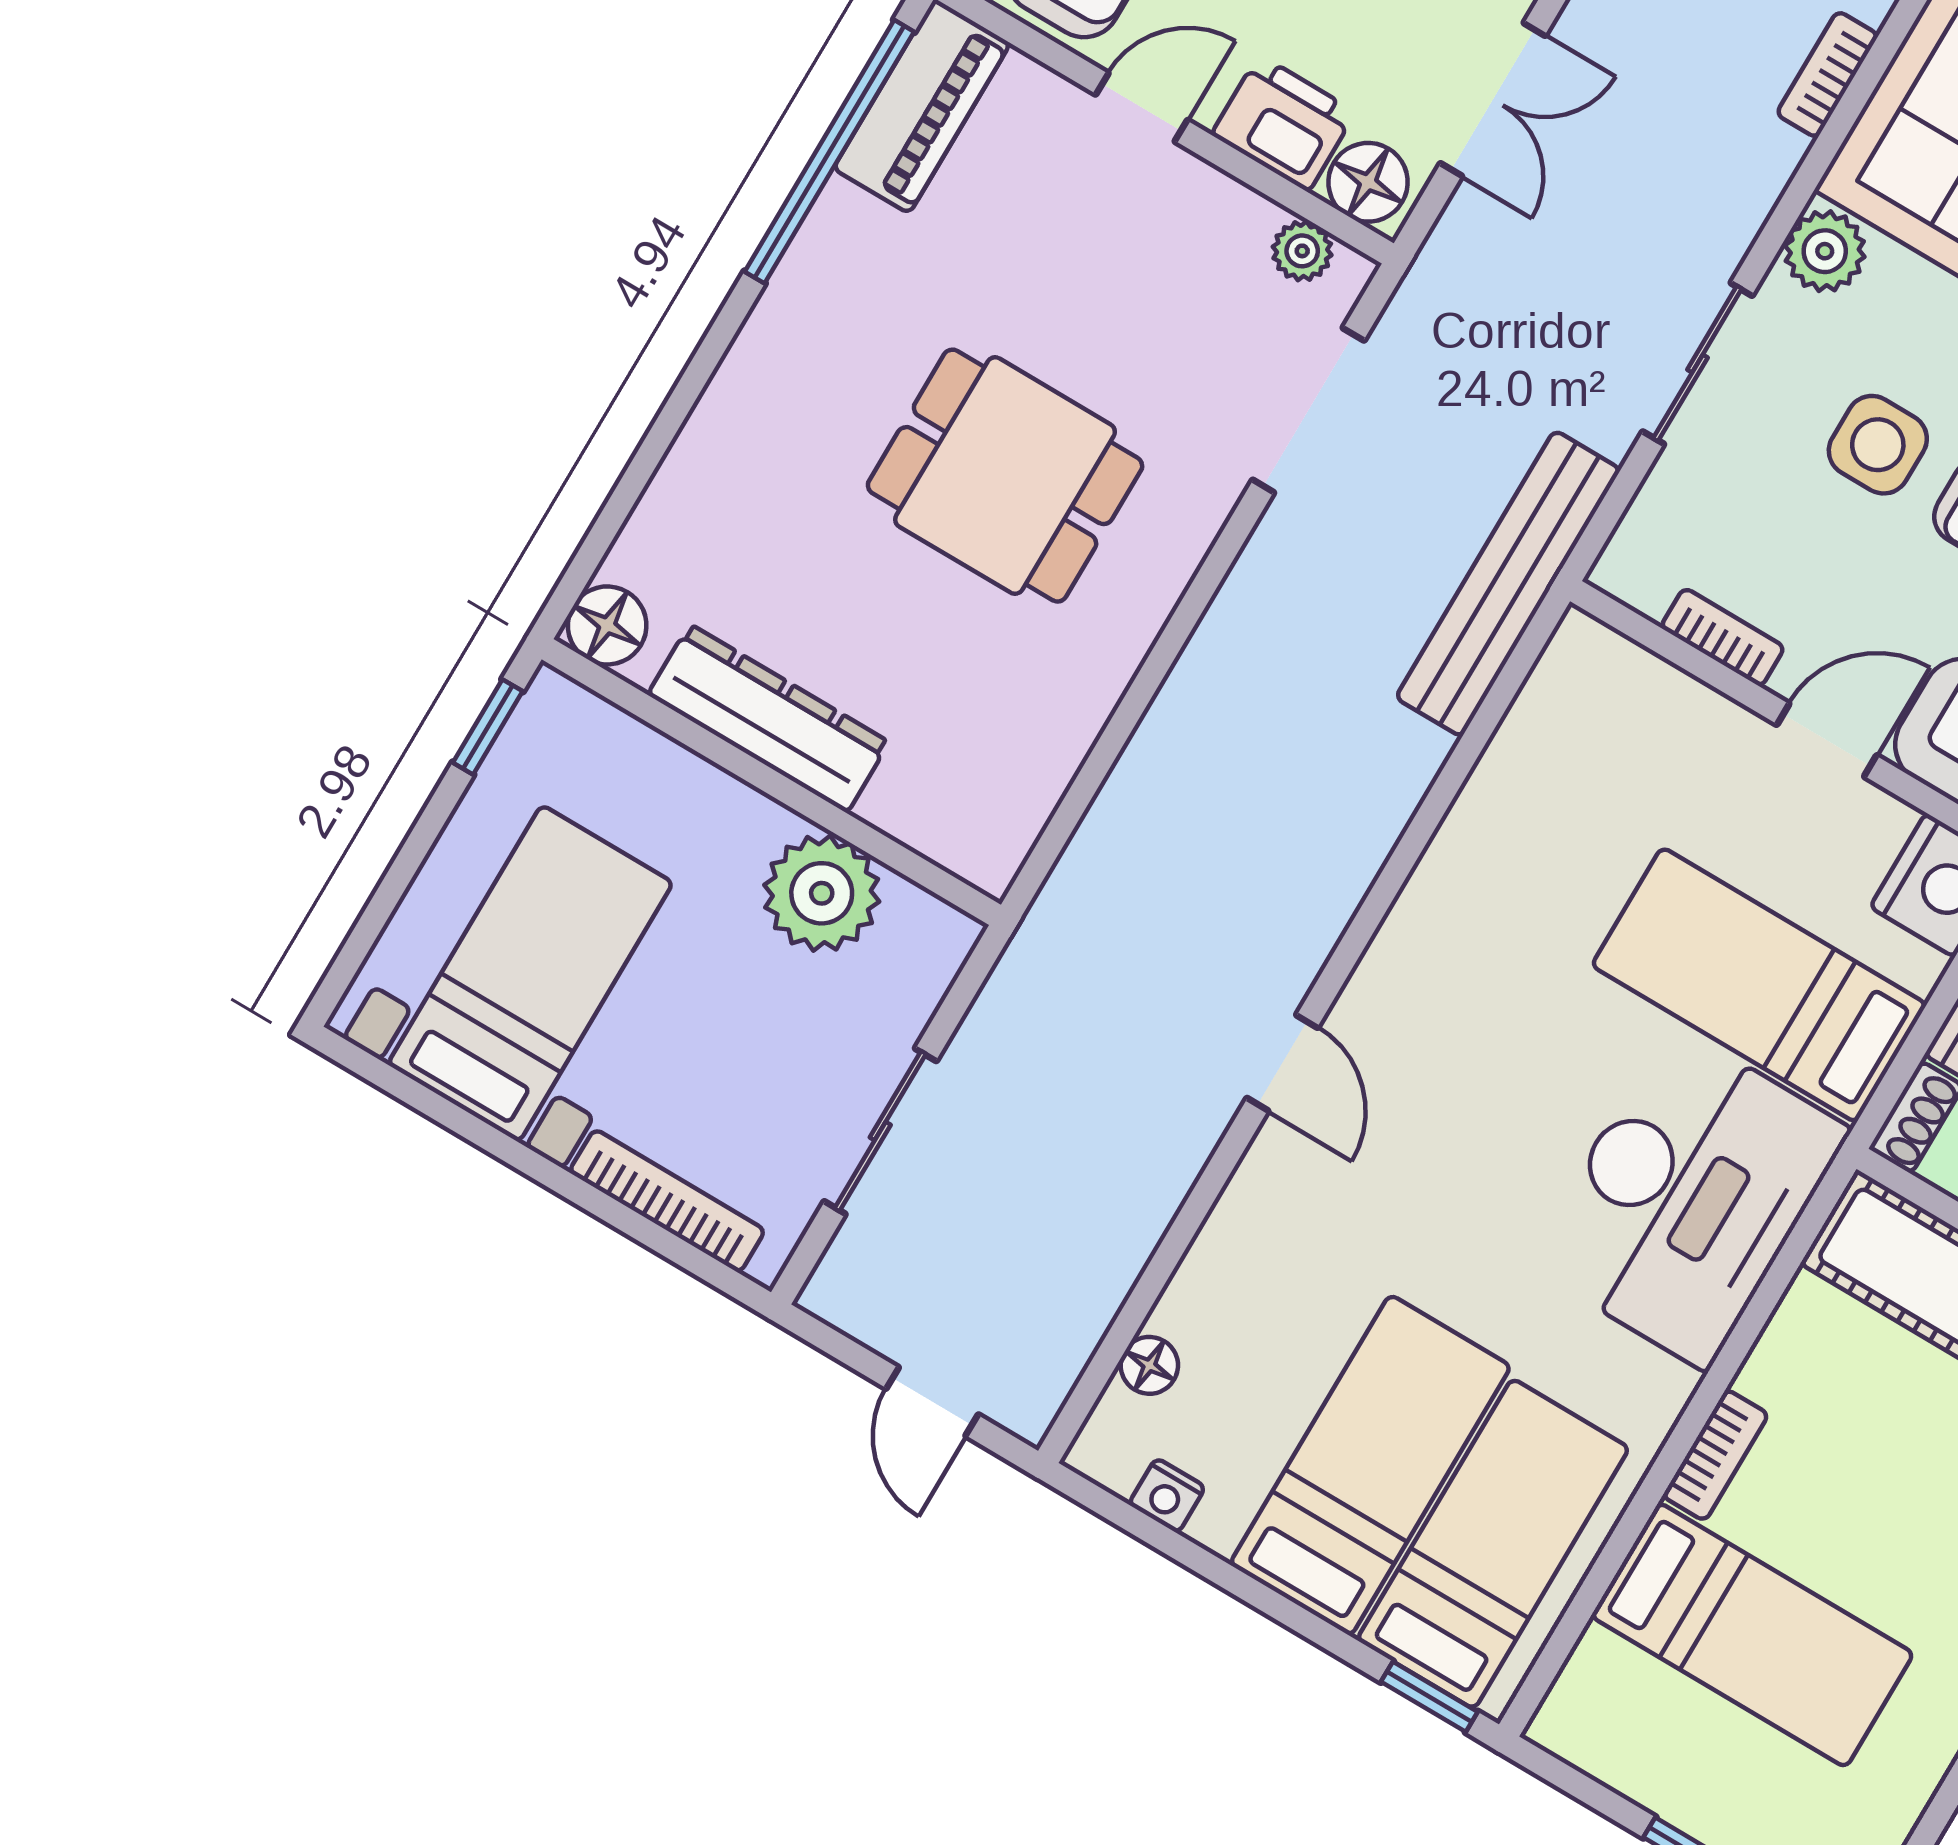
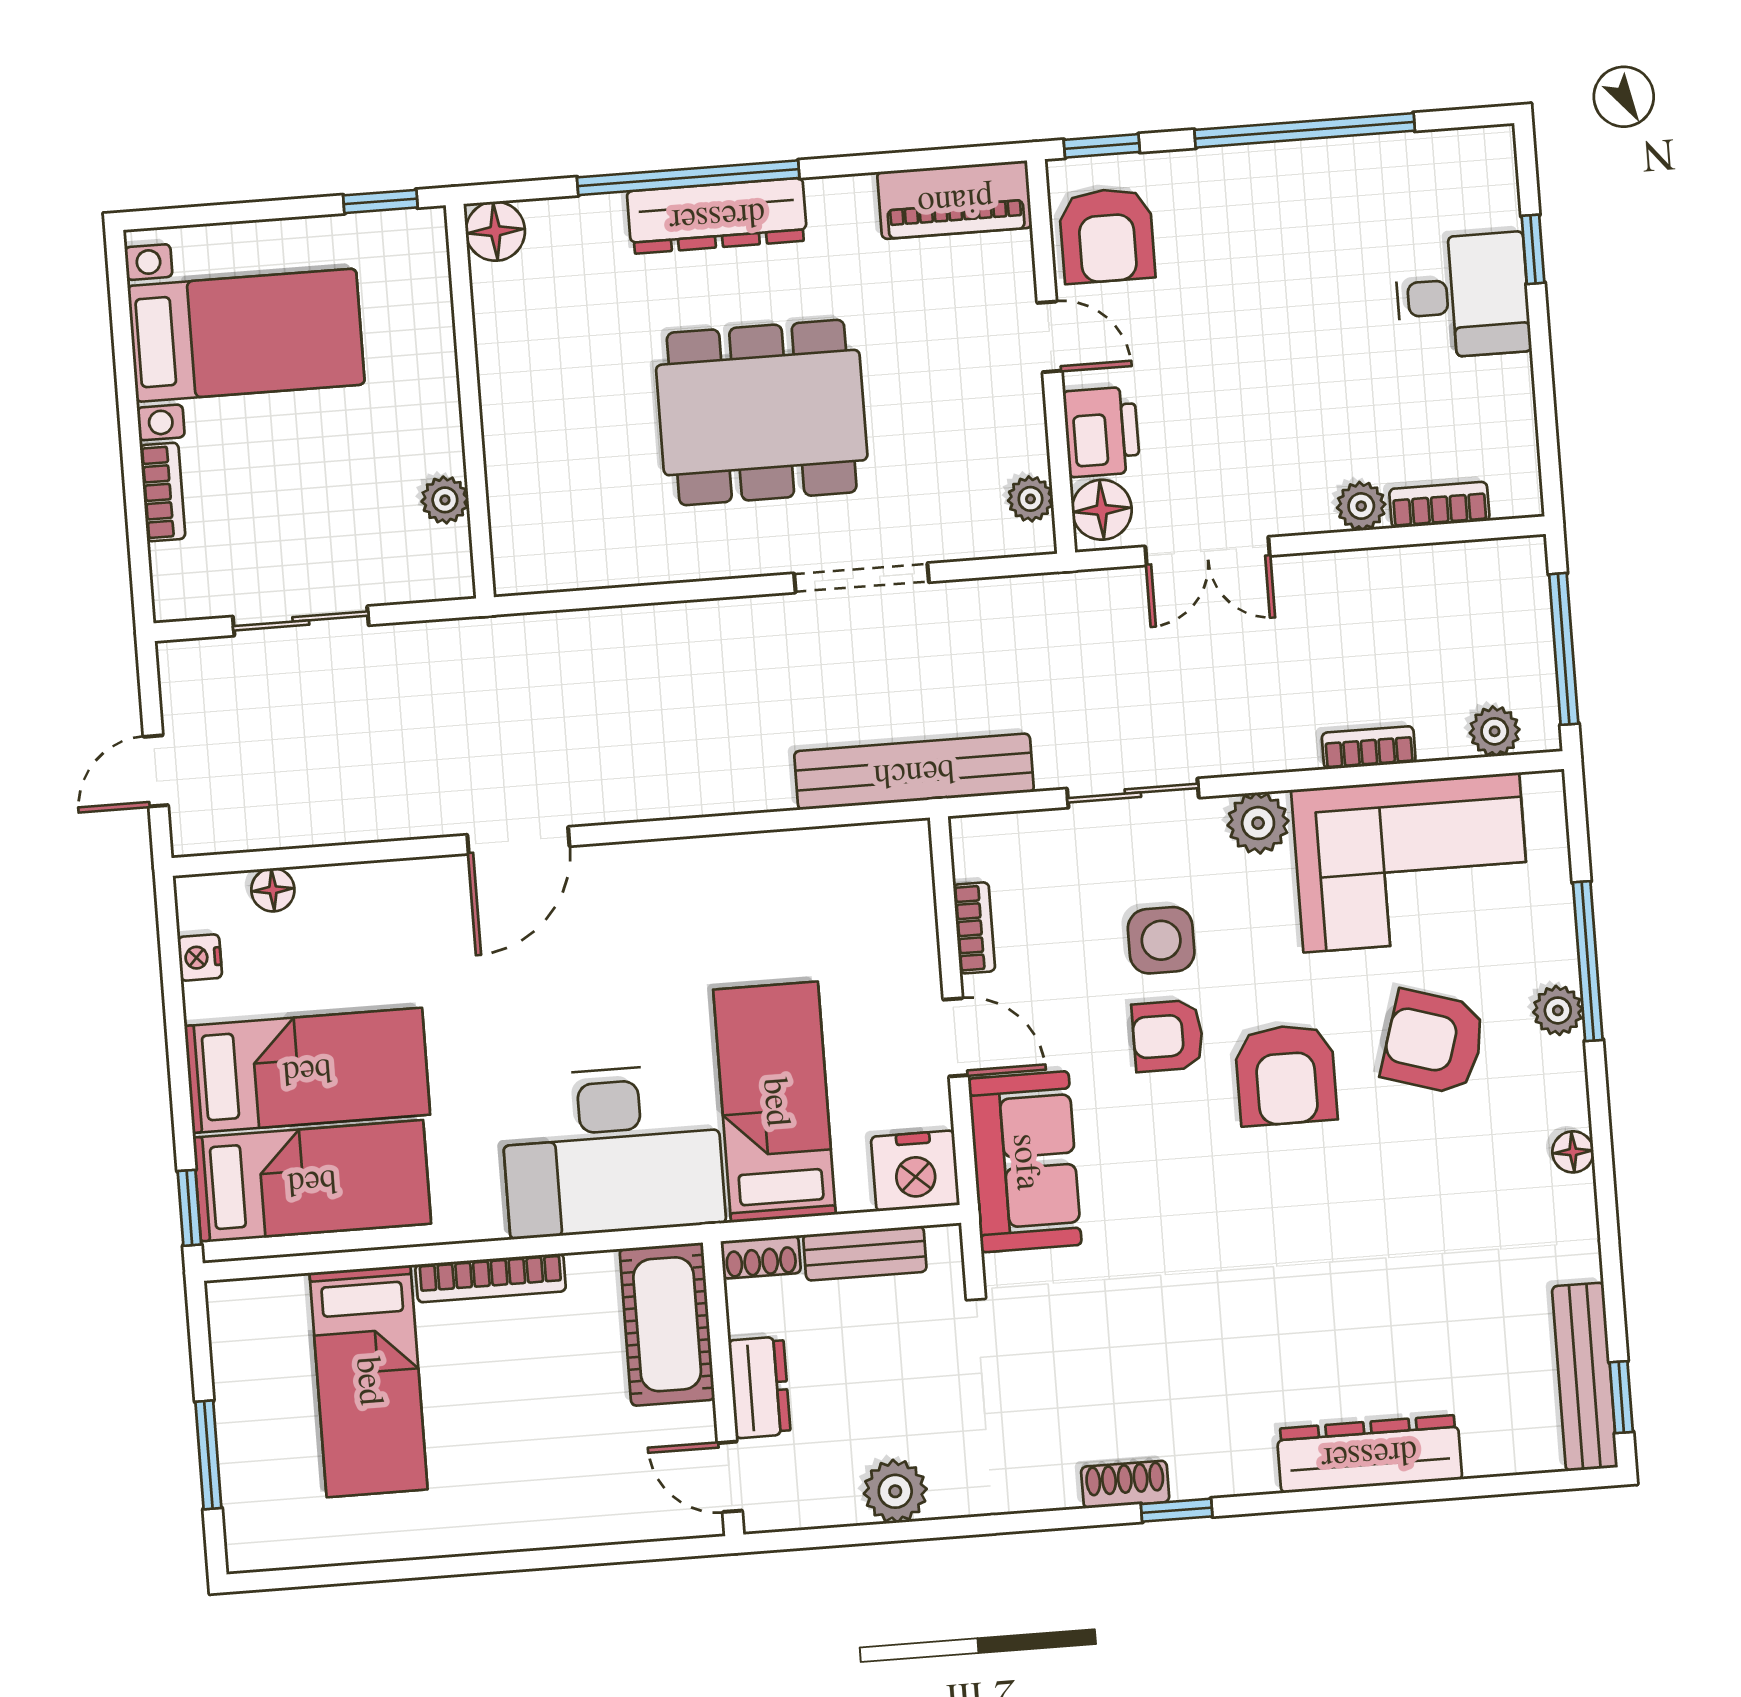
window: (829, 152) -> (688, 178), moved
doorway: (1308, 410) -> (861, 578), moved
dining table: (1005, 476) -> (762, 413), width x1.38
dresser: (768, 718) -> (717, 216), moved, turned 90
plant: (822, 893) -> (445, 500), width x0.53, depth x0.53
door: (1282, 1063) -> (518, 840), width x1.38
bookcase: (667, 1201) -> (163, 492), width x0.64
bookcase: (1716, 1455) -> (491, 1278), width x1.56

